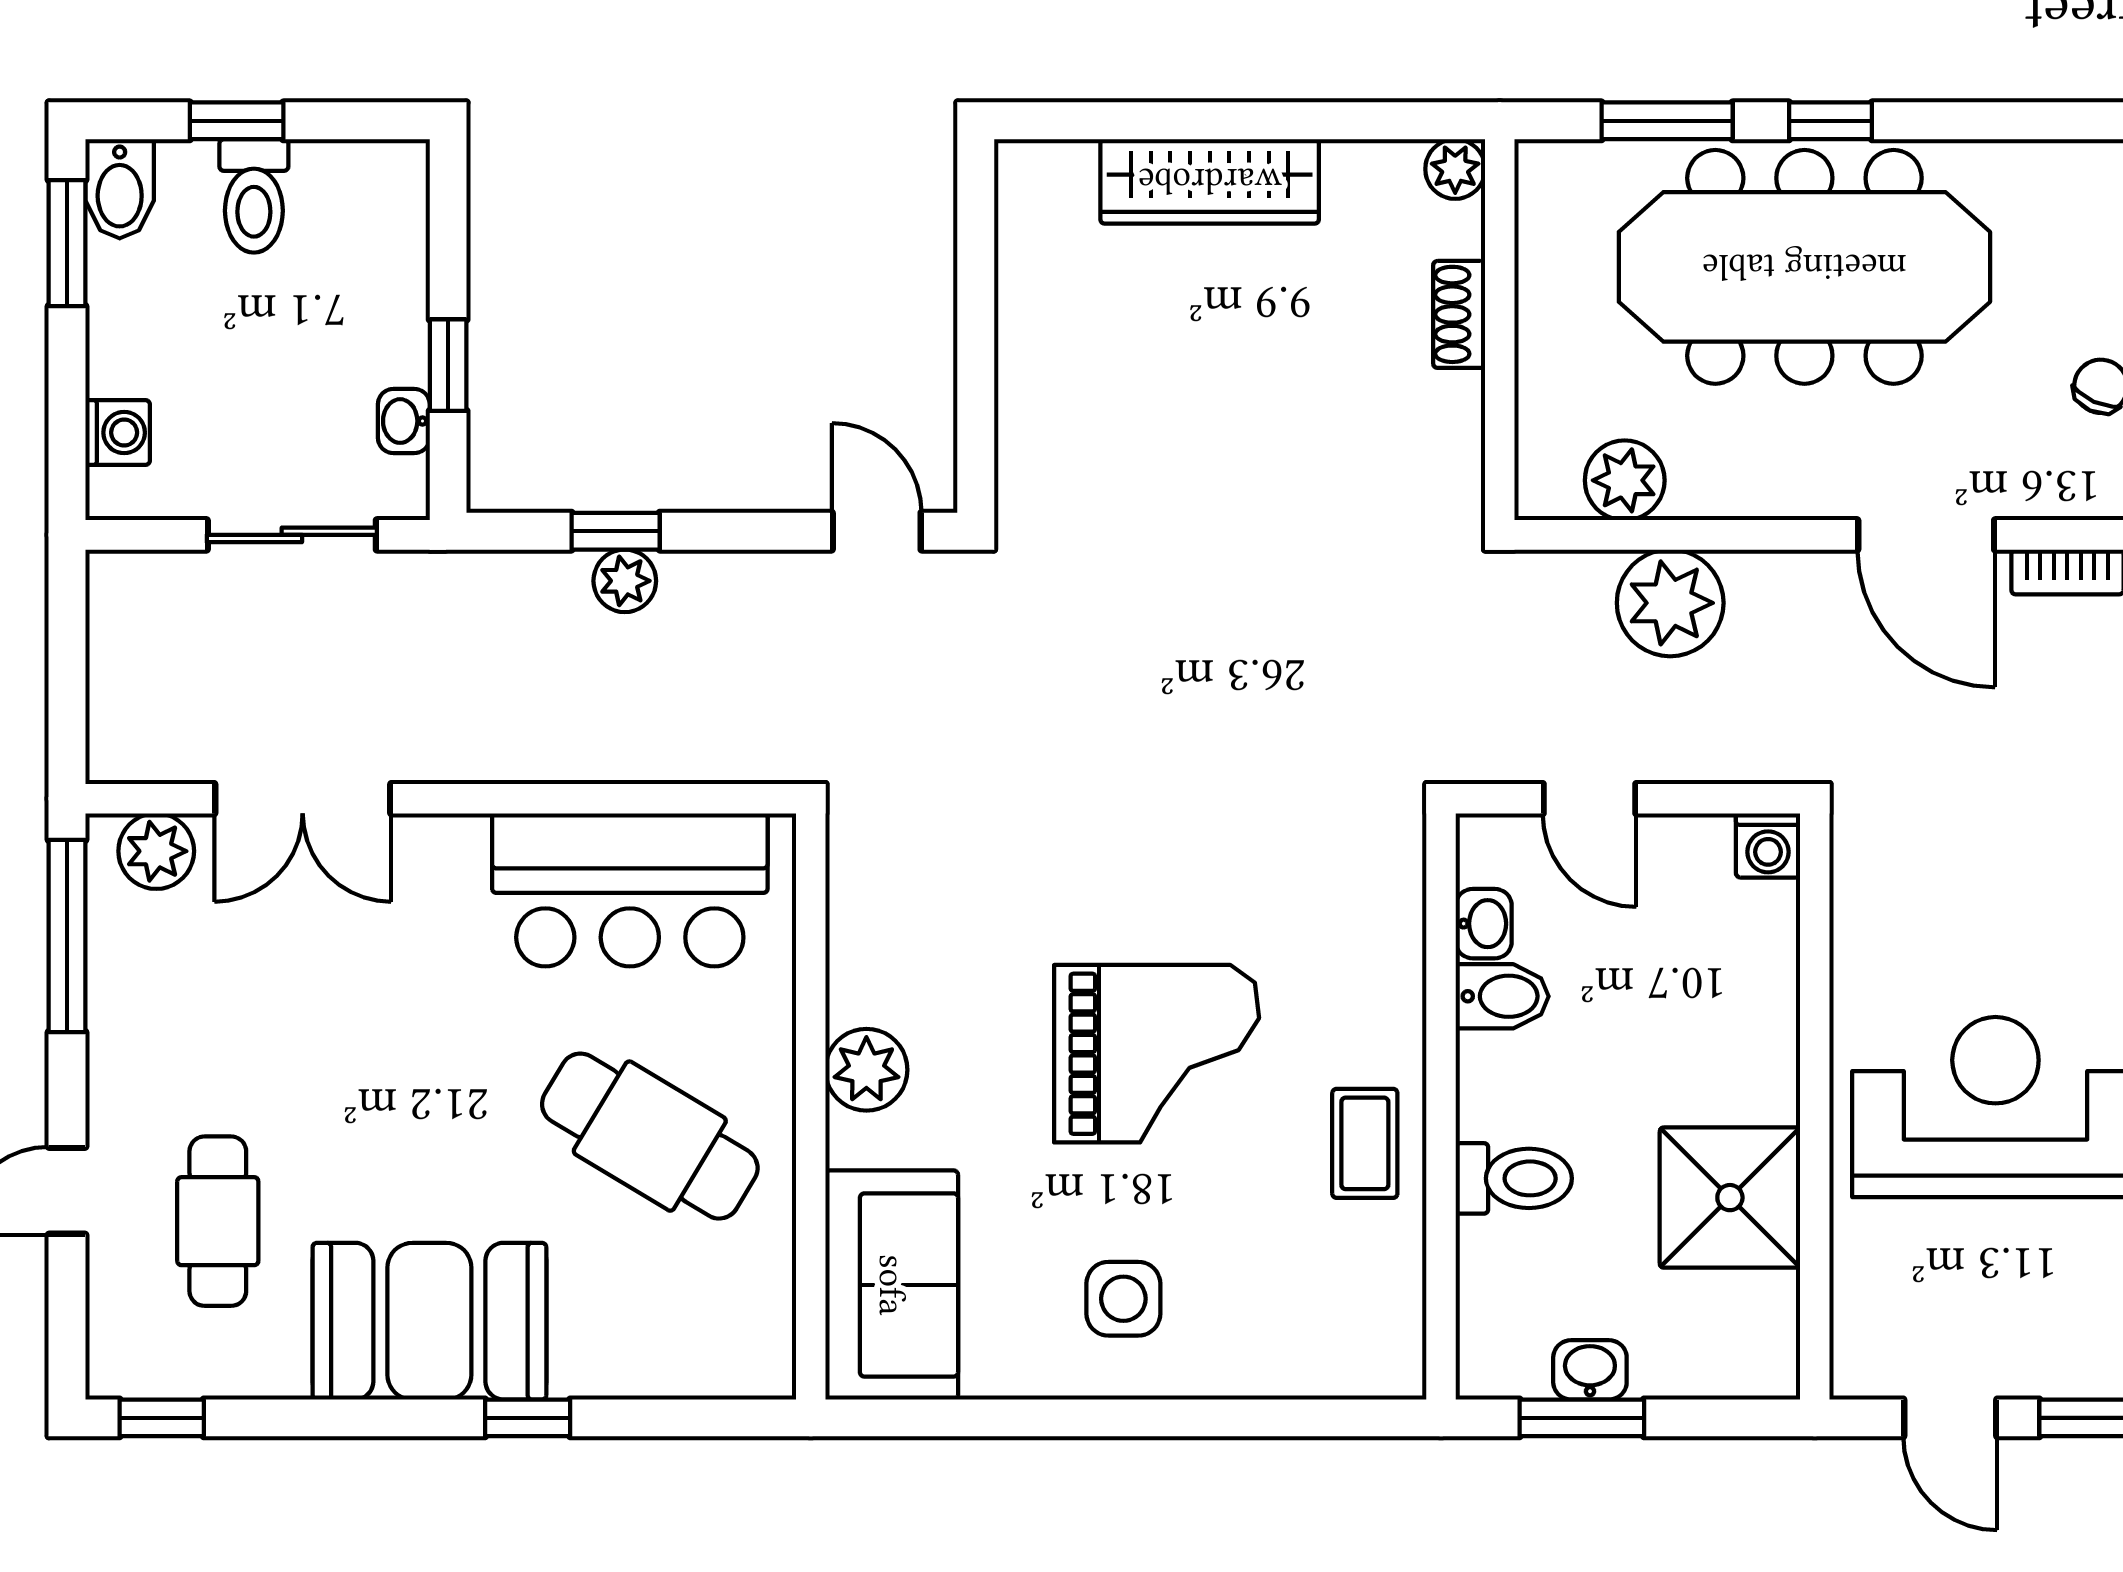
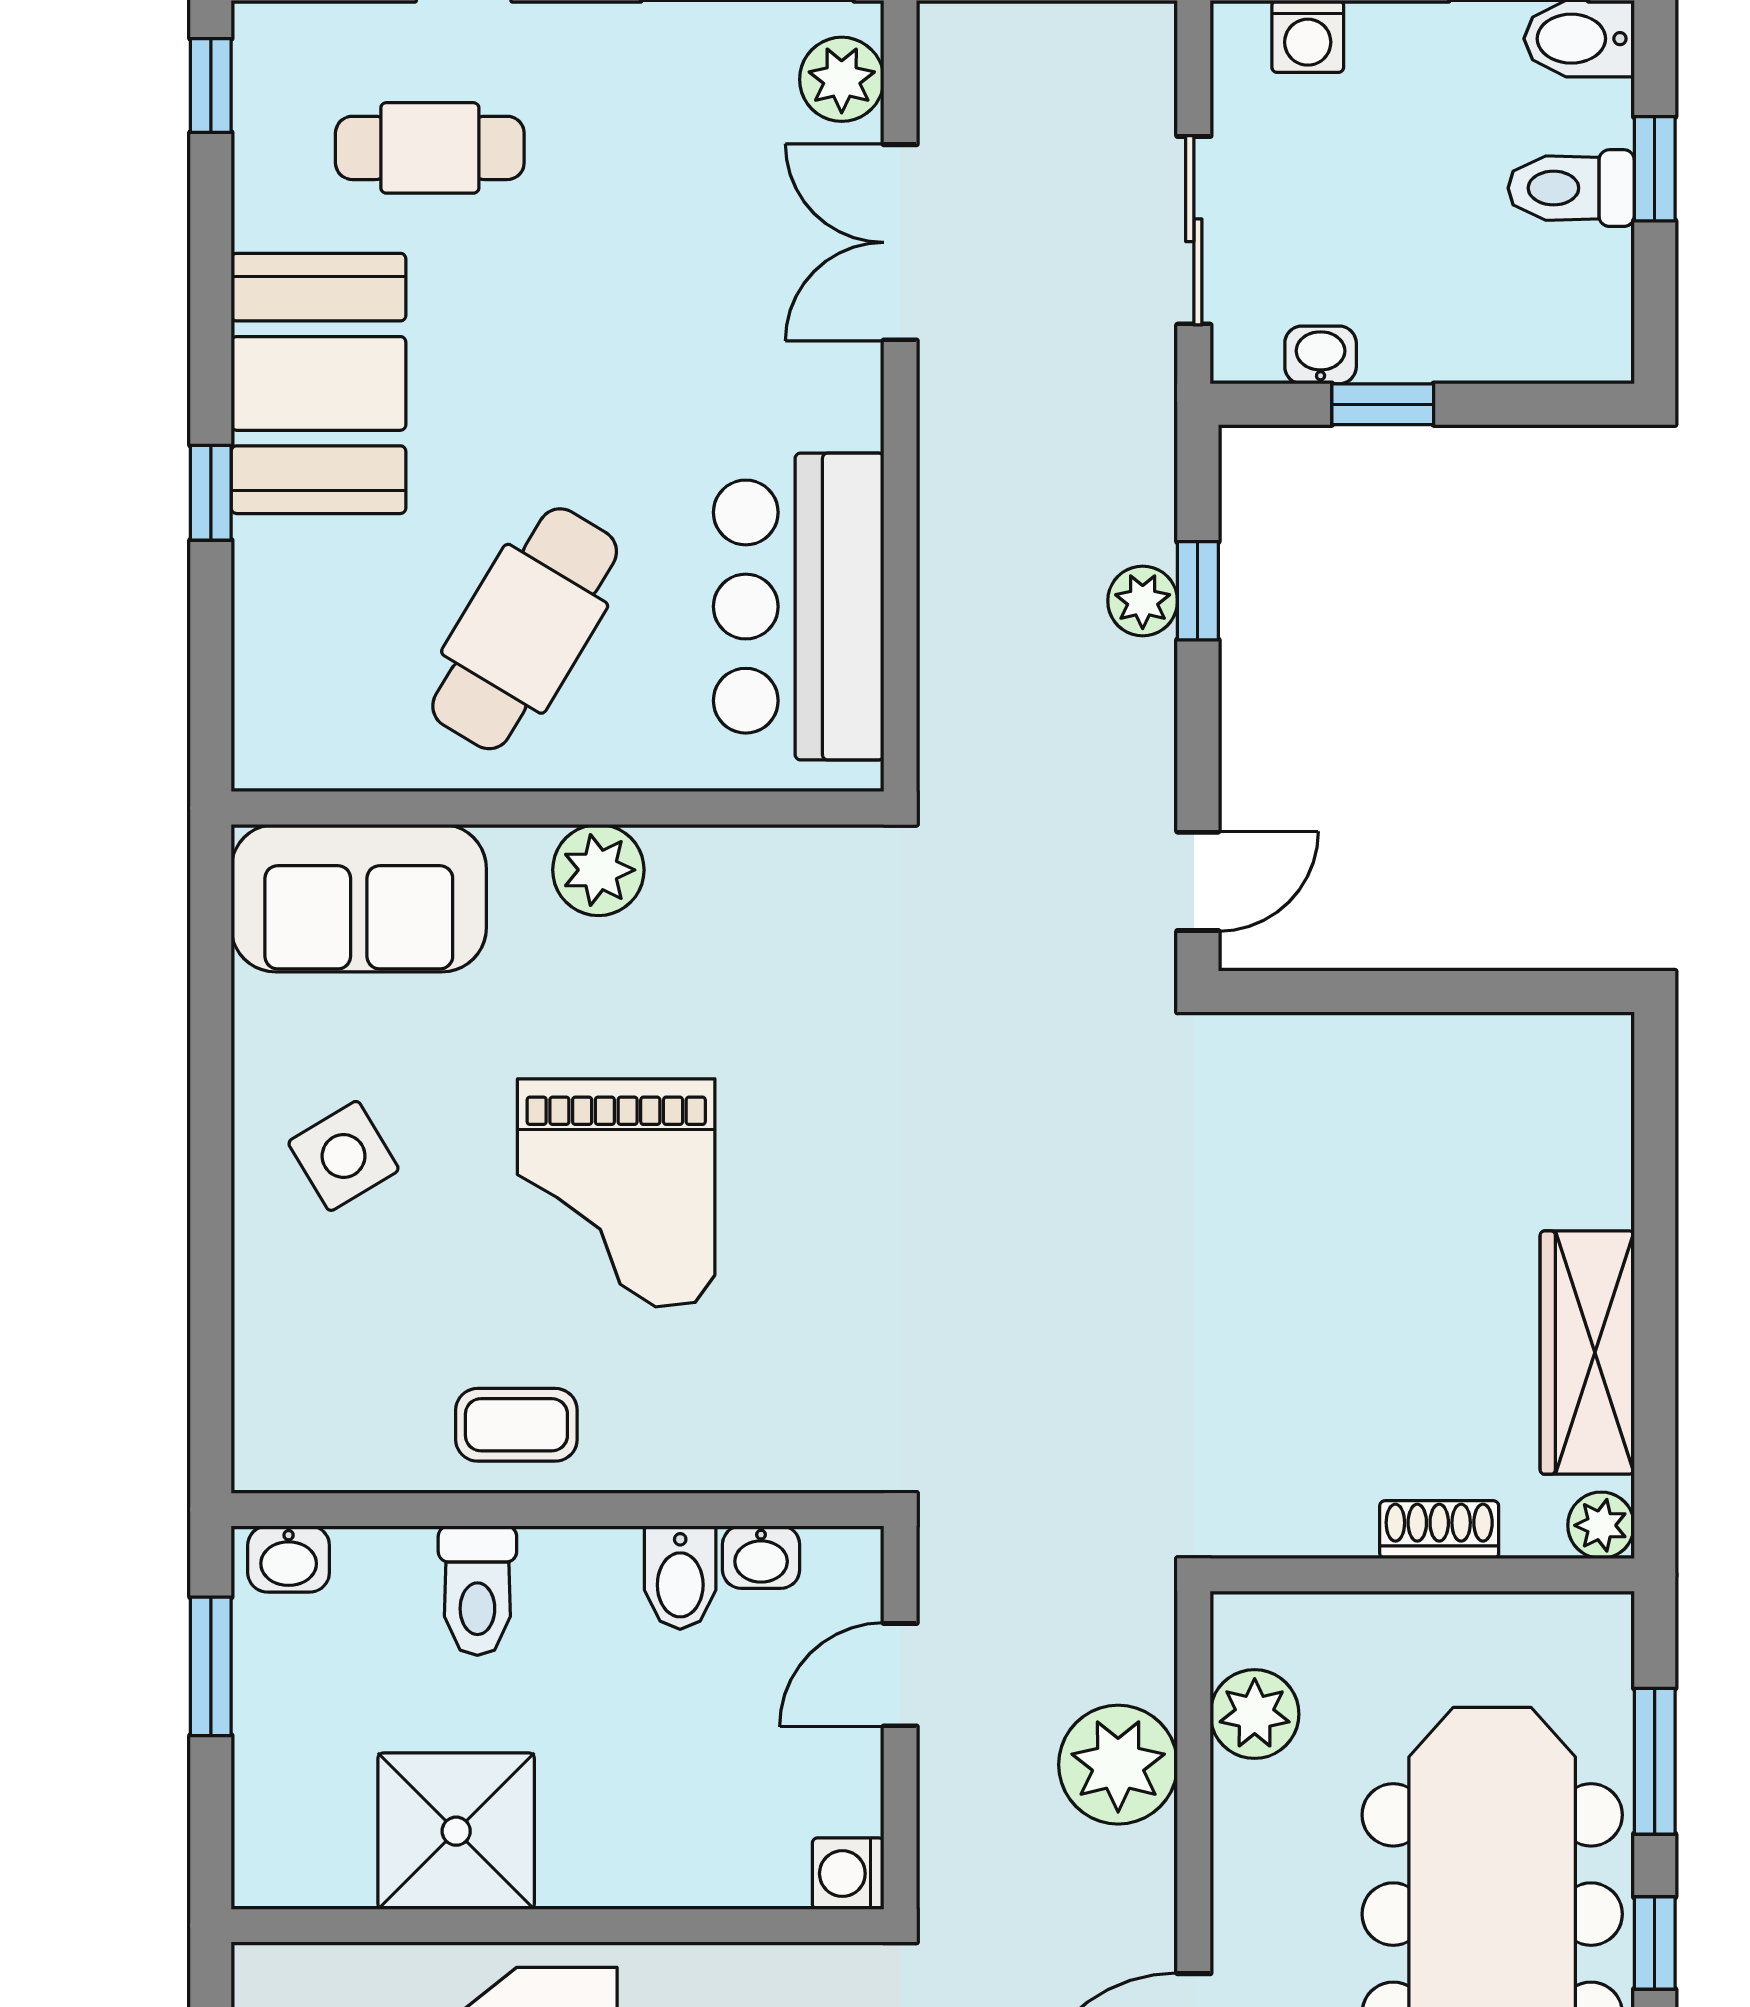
wardrobe: (1210, 181) -> (1587, 1353), moved
side table: (1123, 1299) -> (344, 1156), turned -31
washbasin: (1590, 1370) -> (289, 1559), moved, turned 90

